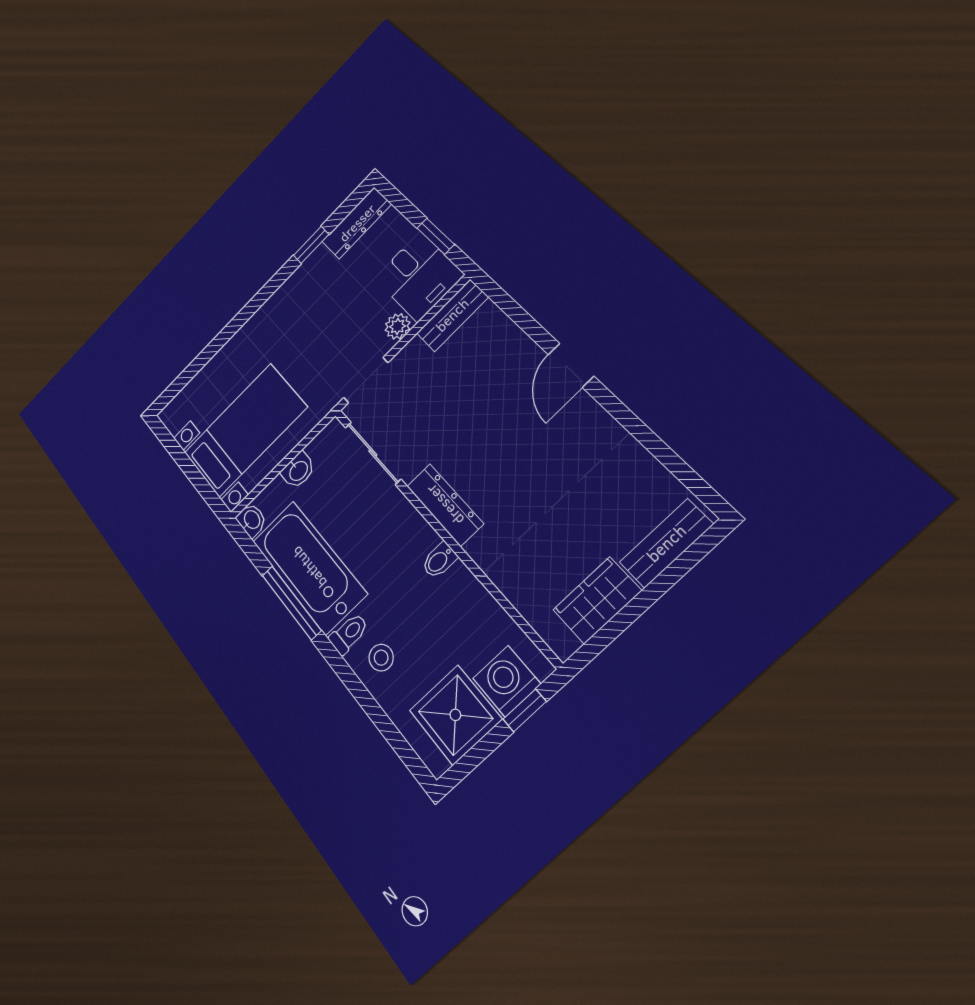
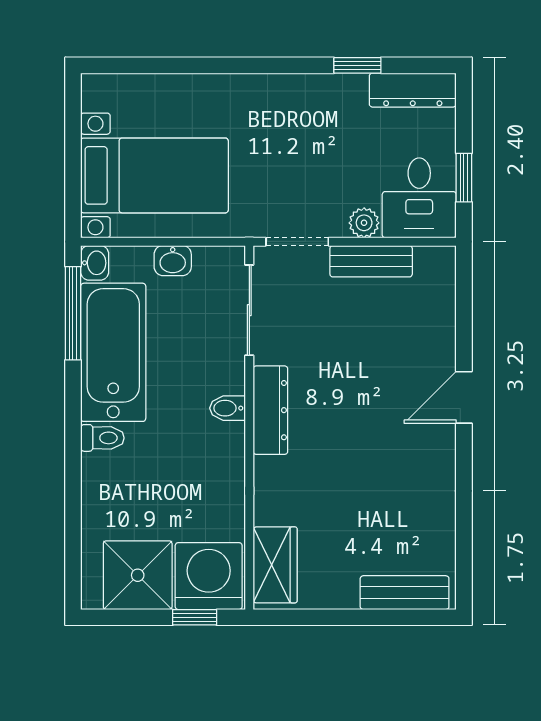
bench: (452, 315) -> (371, 261), moved
bidet: (439, 560) -> (228, 408), moved
wardrobe: (597, 600) -> (275, 565), moved, turned 90
window: (291, 603) -> (73, 313), moved
stool: (381, 658) -> (114, 481), removed
washing machine: (507, 681) -> (209, 576), width x1.37, depth x1.37

